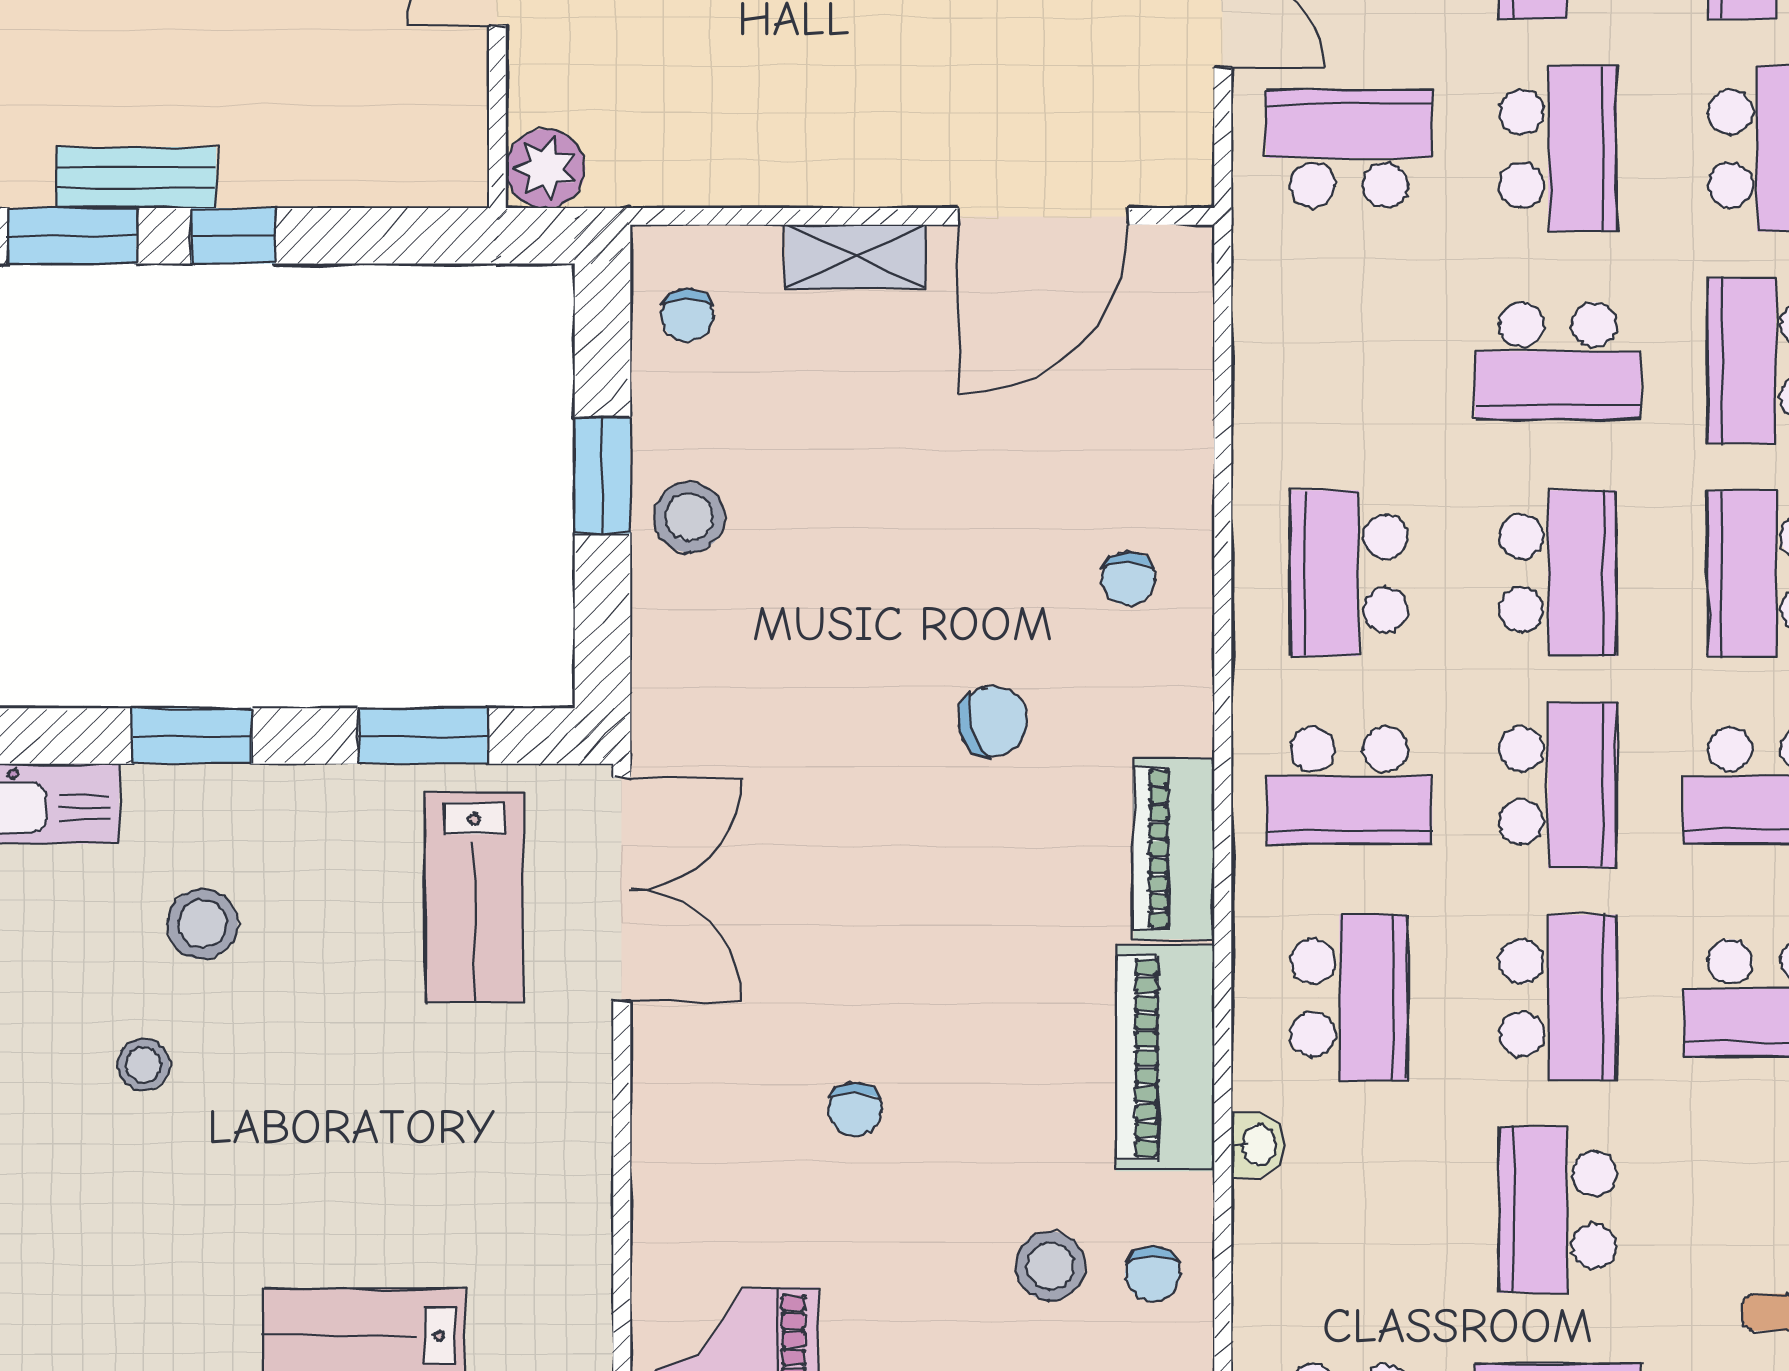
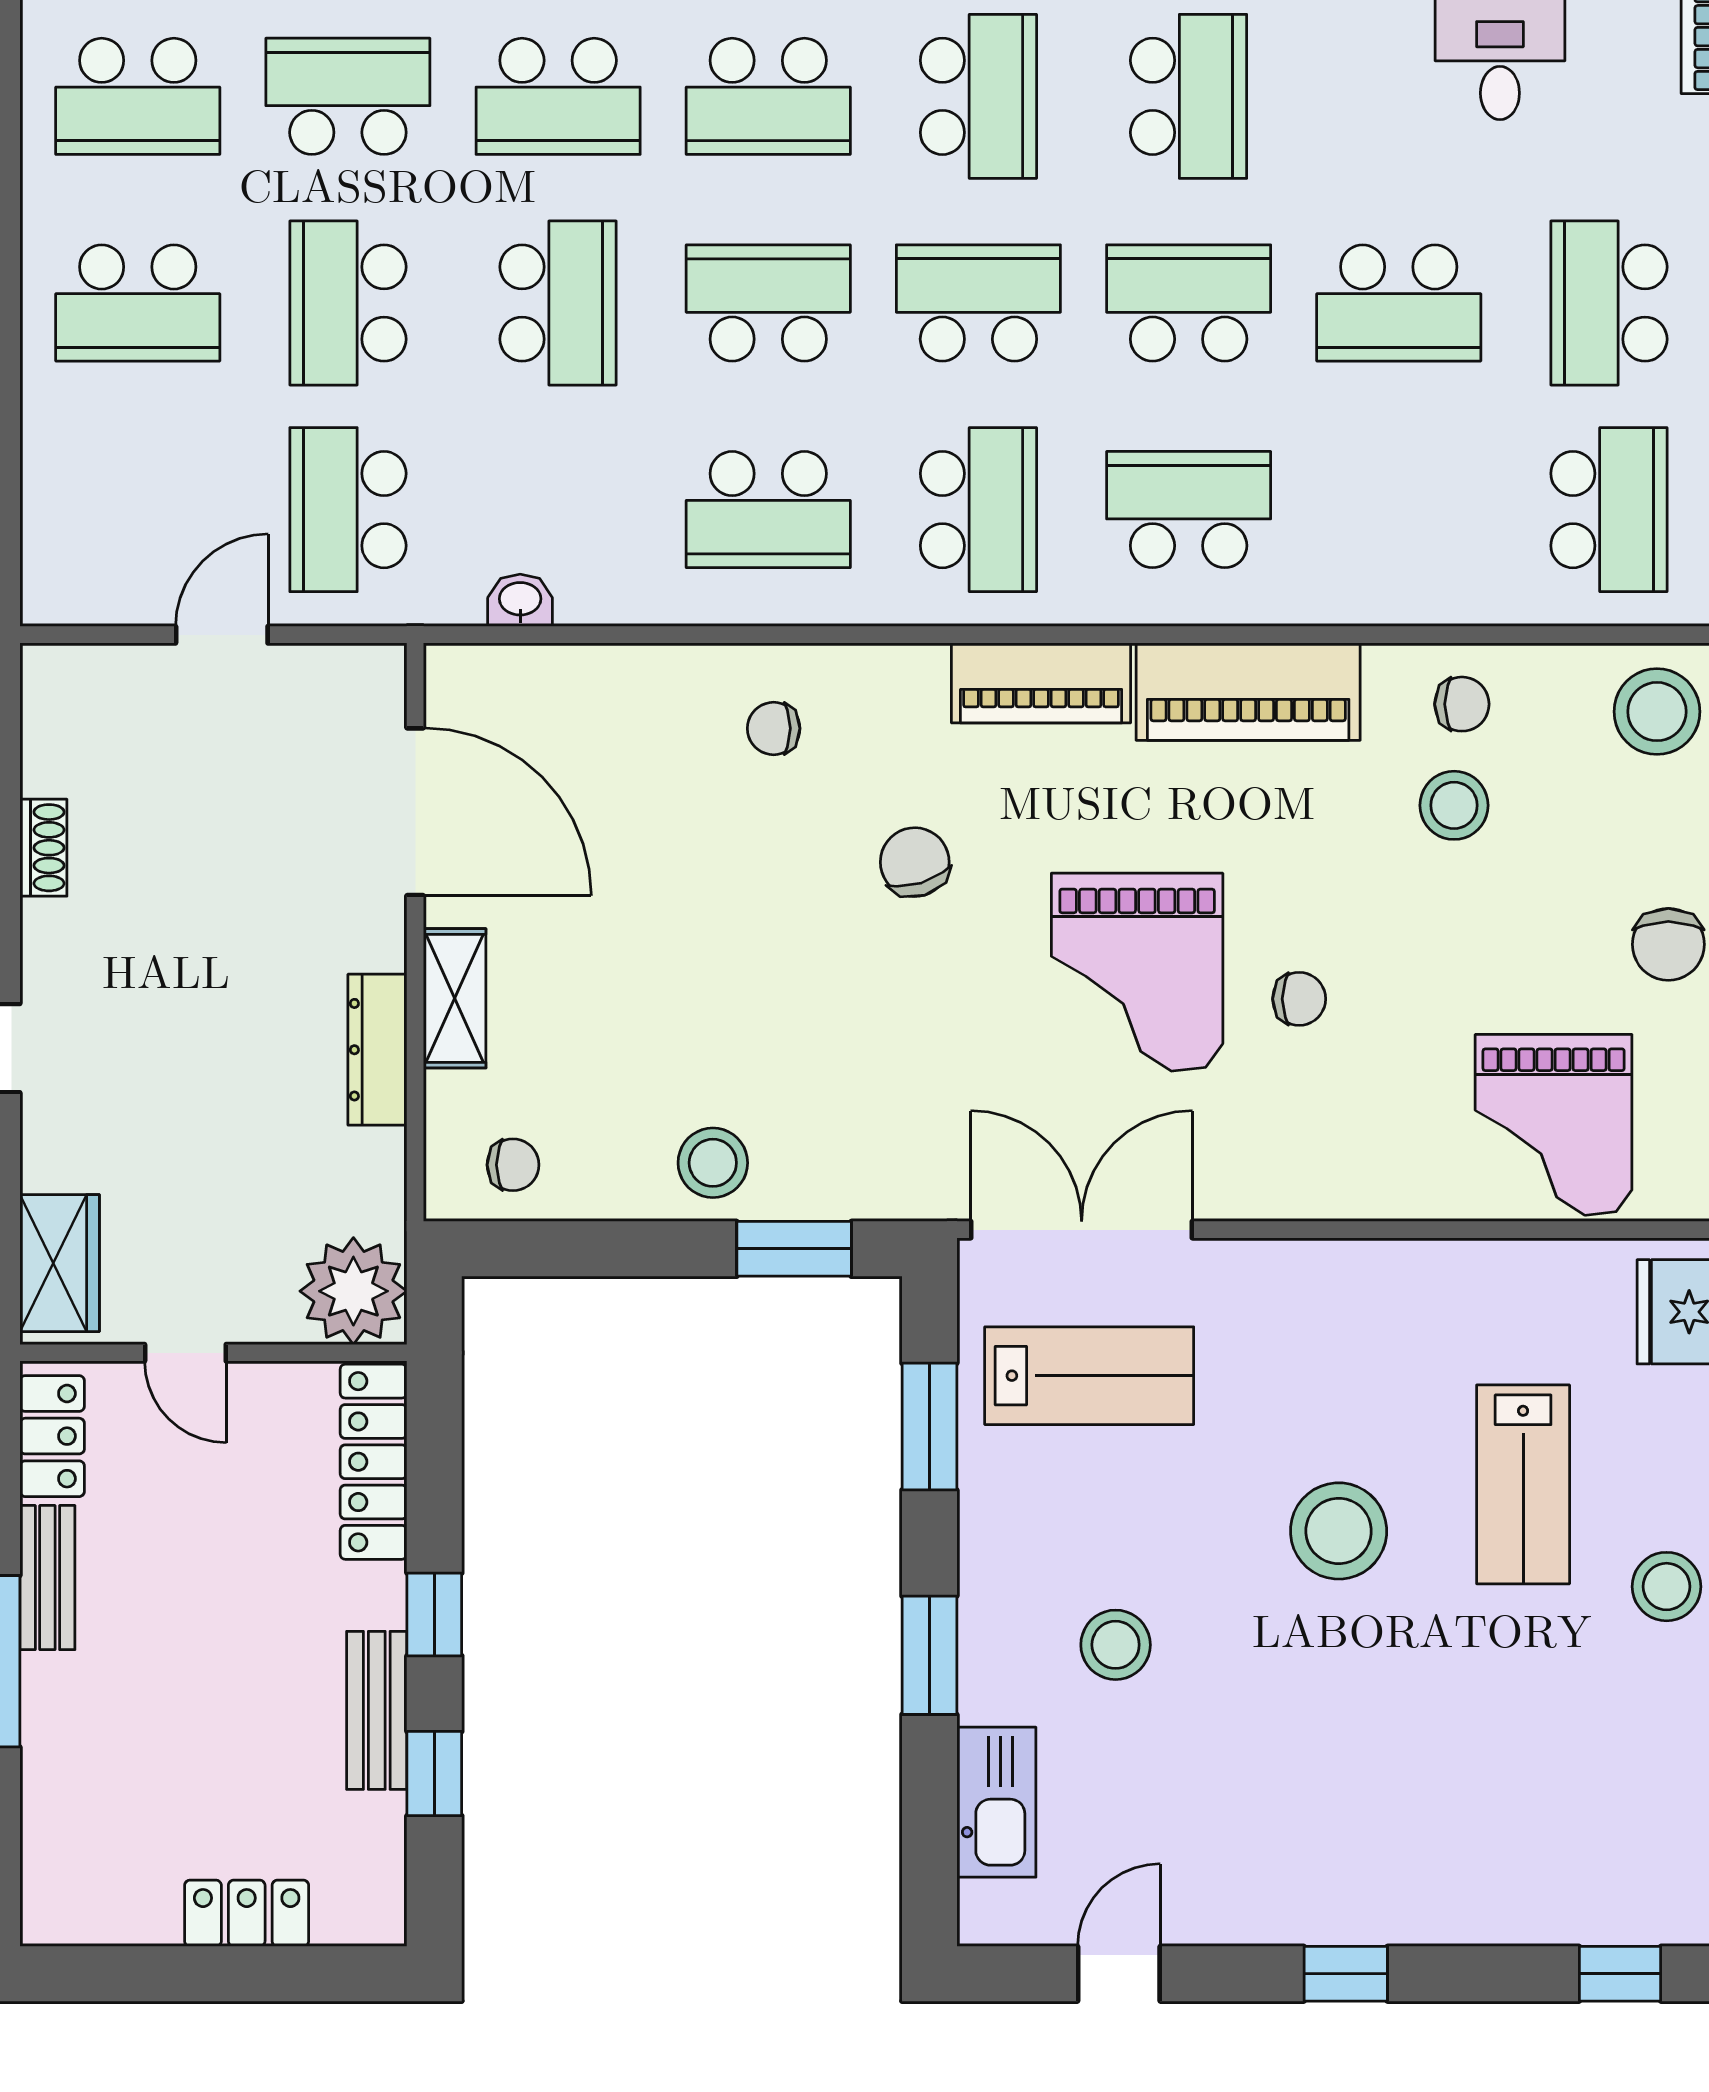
school desk: (1558, 149) -> (348, 303), turned -90
plant: (545, 169) -> (353, 1291), width x1.36, depth x1.36
locker: (387, 174) -> (374, 1462), added
dresser: (804, 178) -> (377, 1050), added
window: (72, 236) -> (434, 1774), width x0.67
window: (602, 476) -> (794, 1249), moved
chair: (1128, 579) -> (774, 728), turned 180
grand piano: (882, 946) -> (1137, 972), added
stool: (144, 1065) -> (1339, 1531), moved, width x1.89, depth x1.89
washbasin: (1258, 1145) -> (520, 600), moved

